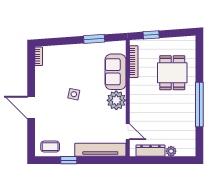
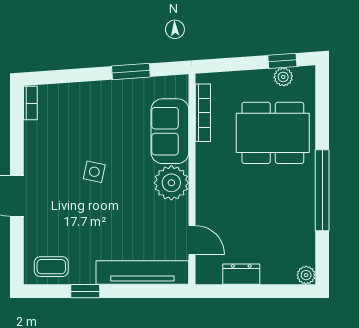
window: (151, 35) -> (282, 61), moved
plant: (178, 42) -> (283, 77), added
dining table: (172, 73) -> (273, 133), width x1.37
dresser: (150, 151) -> (241, 274), width x0.70
plant: (171, 151) -> (306, 275), moved

